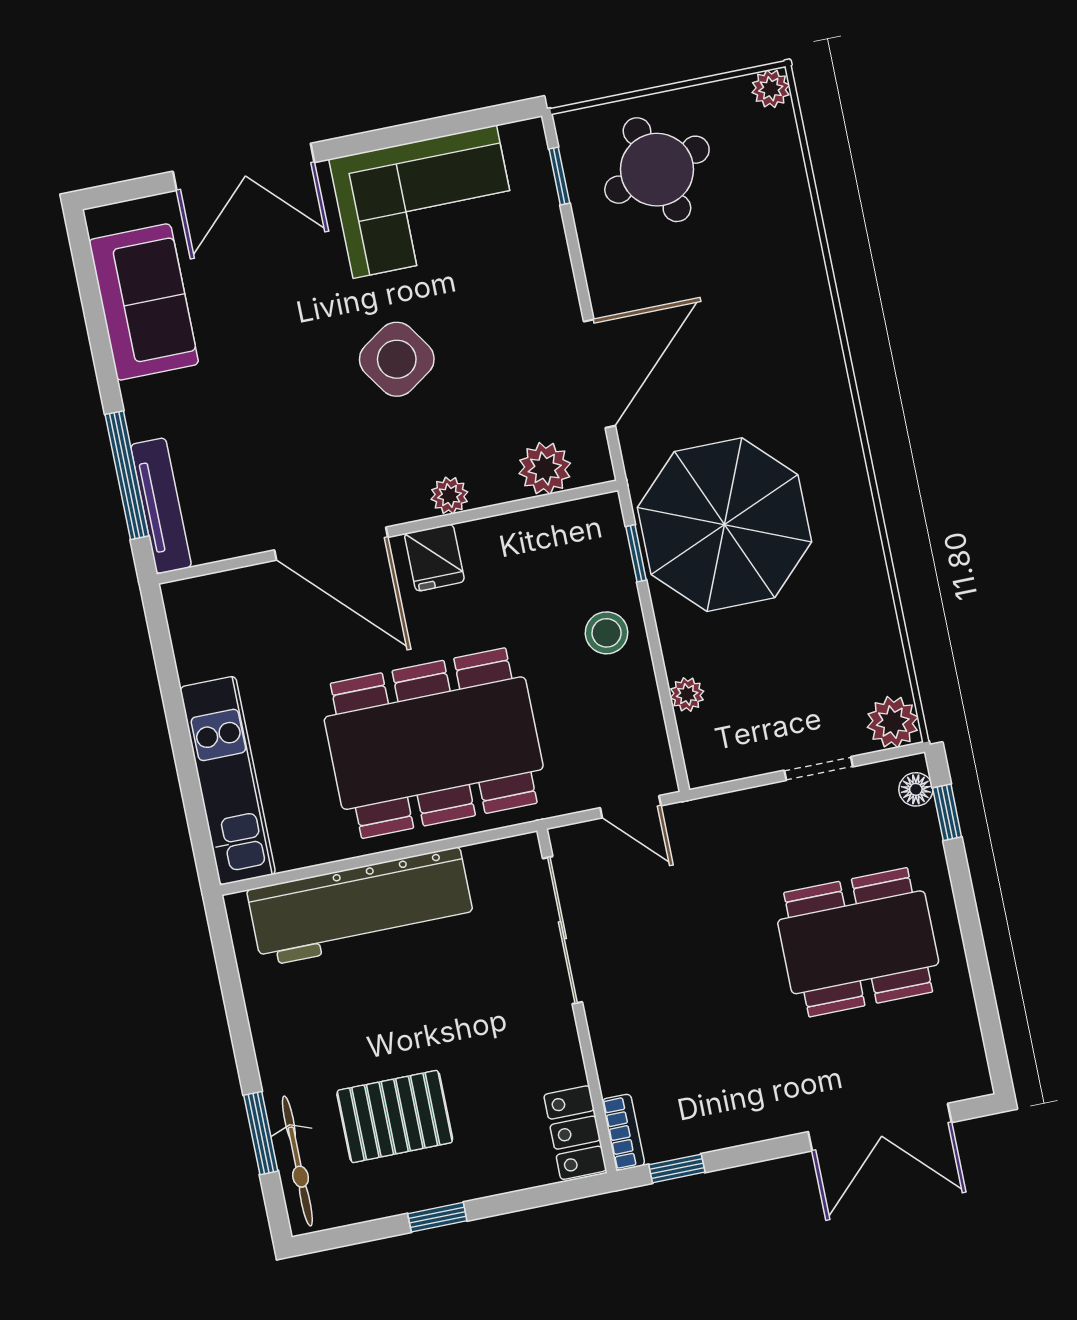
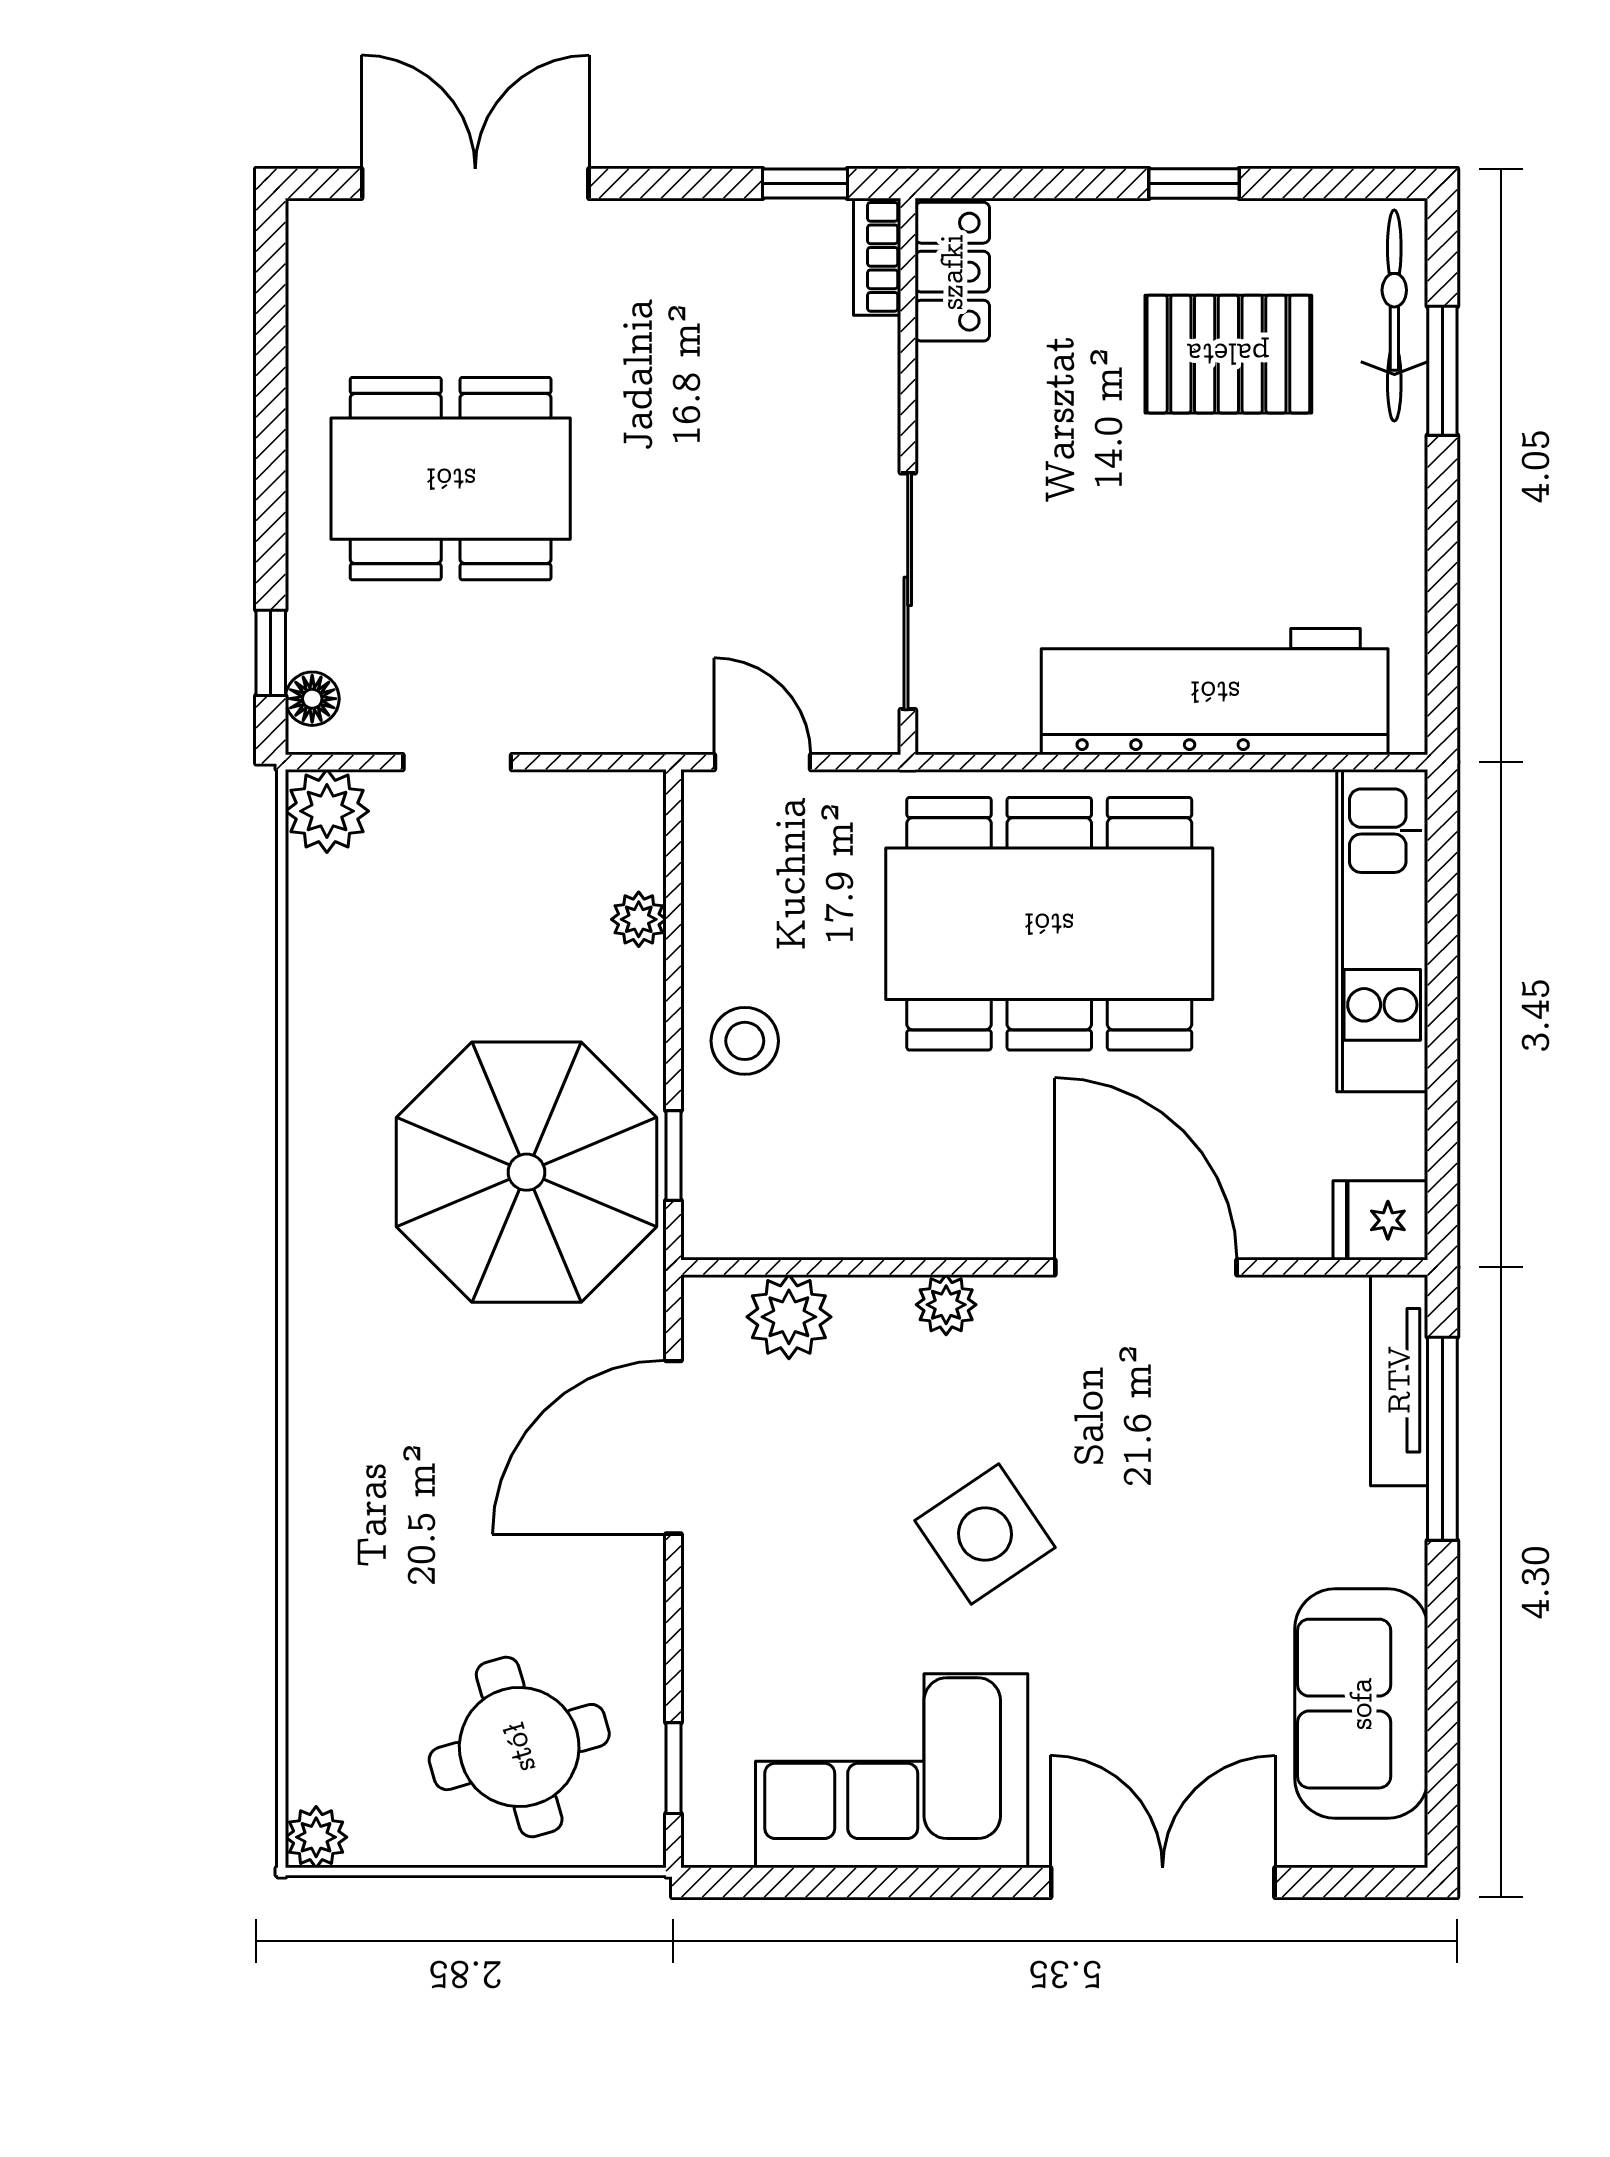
fridge: (434, 558) -> (1380, 1220), moved, turned -90

